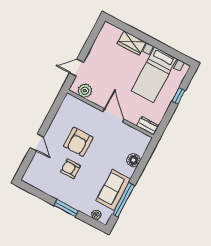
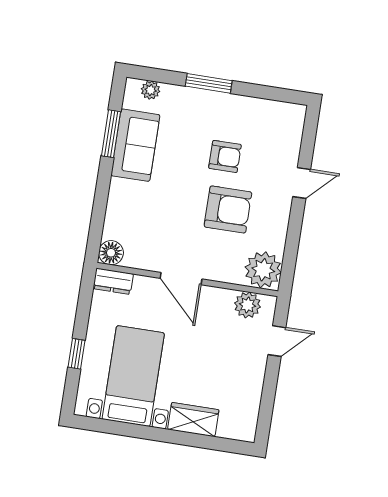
plant: (71, 106) -> (263, 270), added
door: (37, 142) -> (302, 183), swing flipped
armchair: (78, 142) -> (228, 209), turned 90
floor lamp: (134, 160) -> (111, 253), moved
window: (124, 200) -> (111, 134), width x0.69

